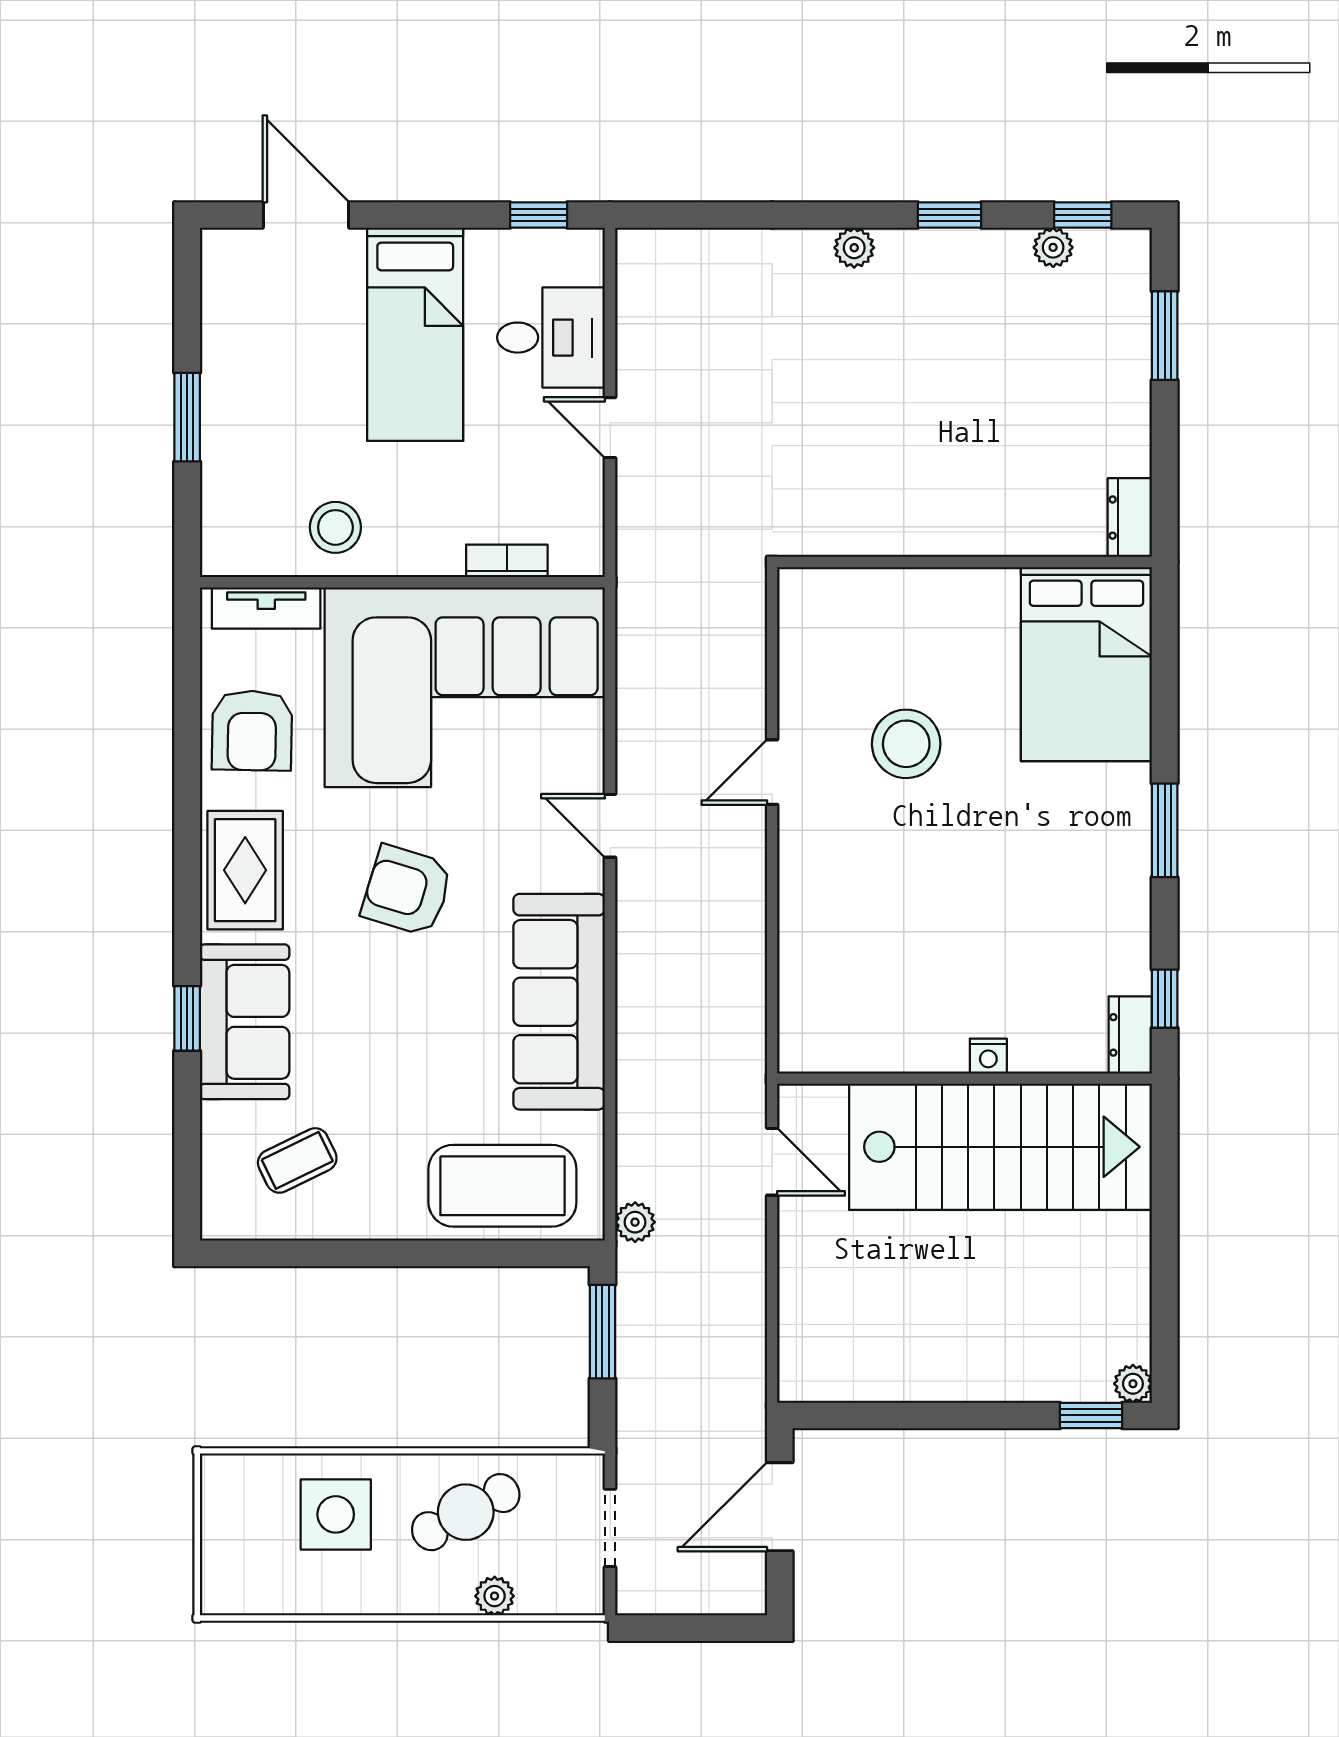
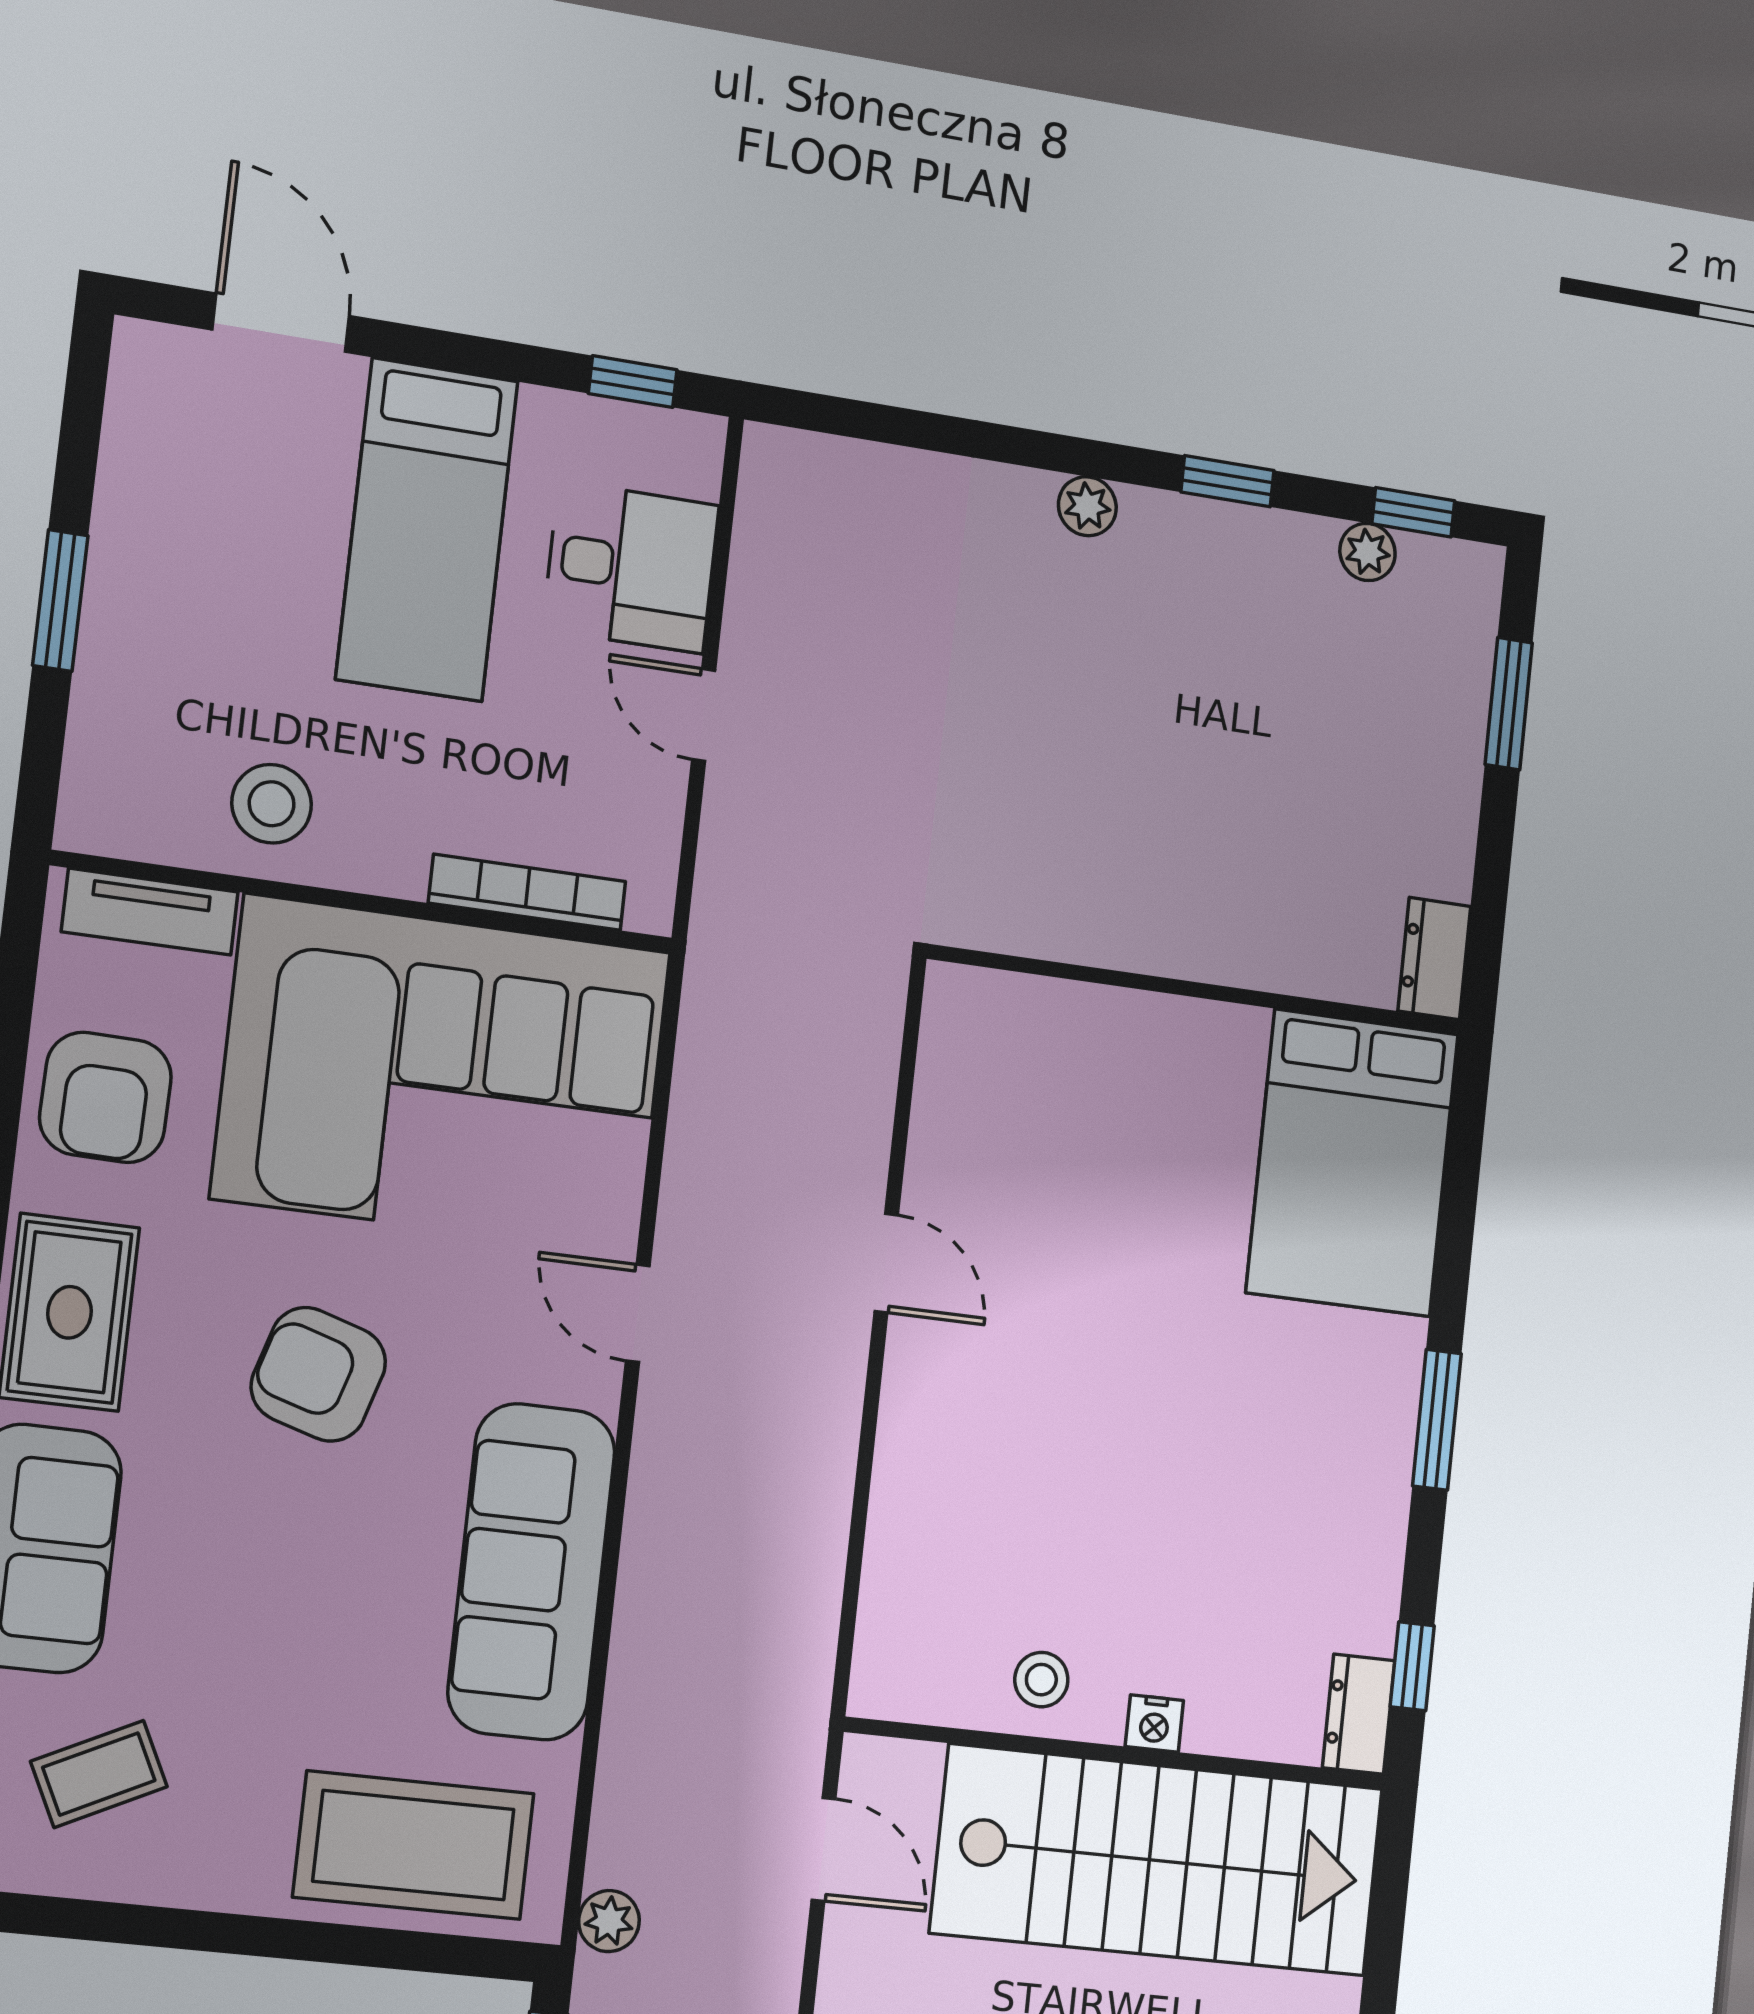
bookcase: (507, 561) -> (527, 892), width x1.56
stool: (906, 744) -> (1041, 1680), moved, width x0.53, depth x0.53
door: (772, 772) -> (886, 1263), swing flipped

